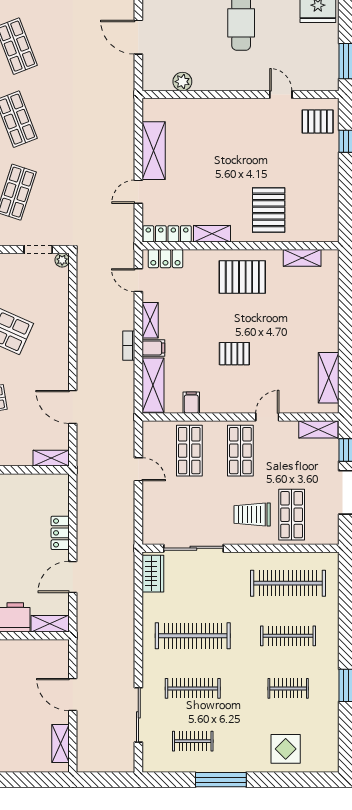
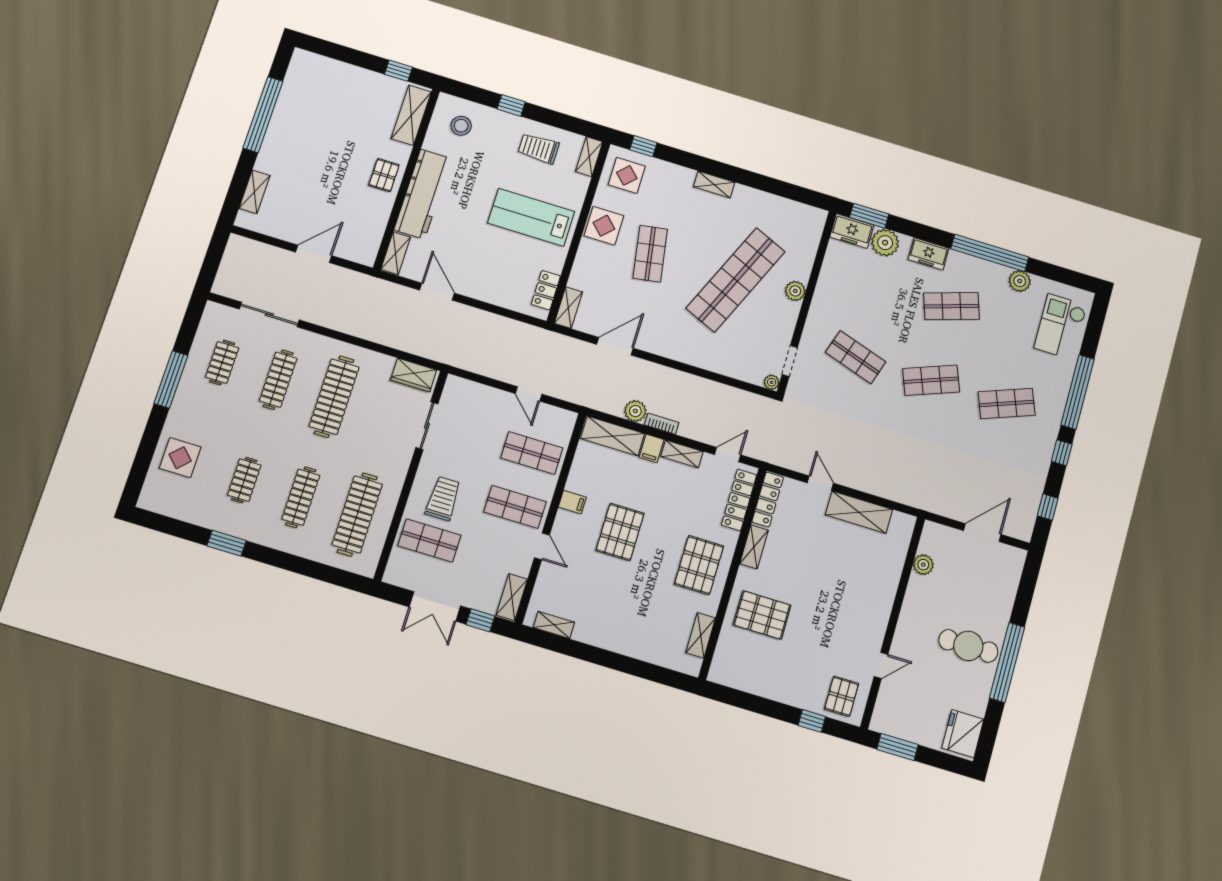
locker: (165, 259) -> (739, 500), width x1.53
pallet: (234, 354) -> (620, 532), width x1.50, depth x1.42
plant: (125, 372) -> (635, 411), added
shelving: (329, 378) -> (554, 625), width x0.67, depth x0.75
filing cabinet: (191, 403) -> (572, 502), moved
door: (138, 469) -> (529, 394), hinge flipped
locker: (60, 533) -> (546, 290), moved, turned -90
sliding door: (193, 548) -> (427, 426), width x0.73
shelving: (61, 744) -> (255, 192), moved, turned 90

